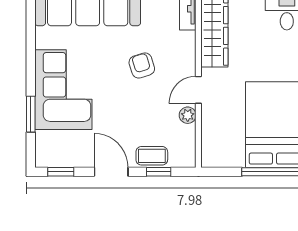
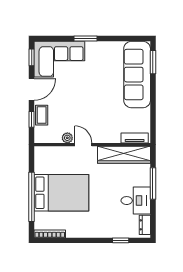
armchair: (142, 65) -> (99, 109), removed
corner sofa: (63, 90) -> (59, 59), moved
window: (31, 114) -> (85, 39), moved

